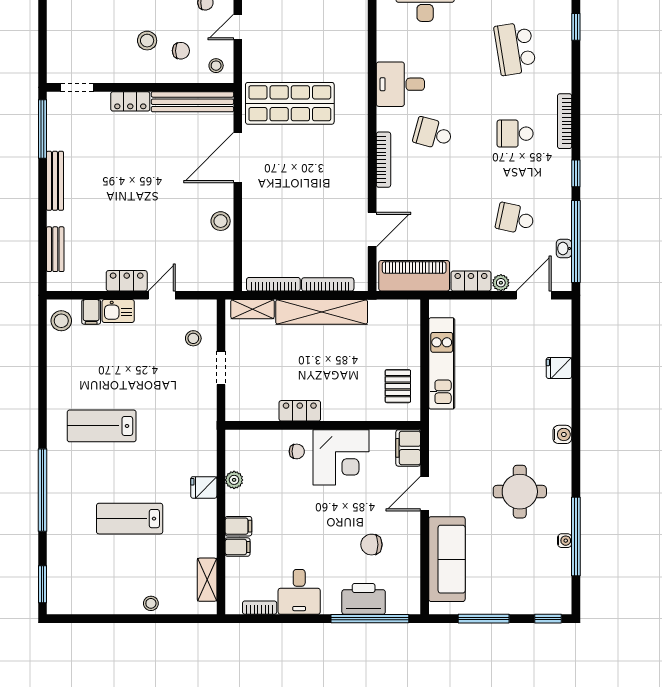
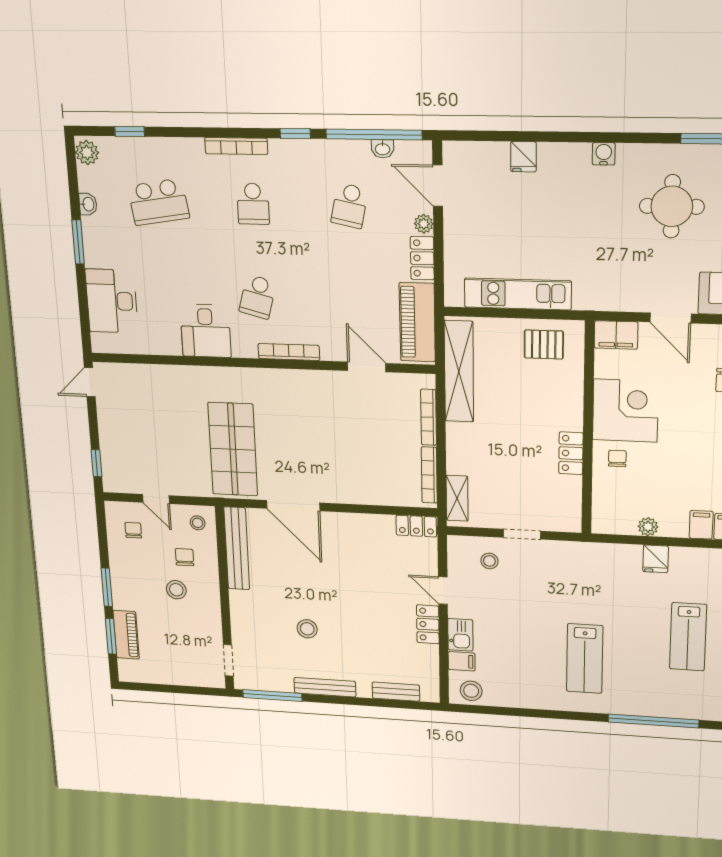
locker: (130, 101) -> (416, 526), moved, turned 90
stool: (221, 221) -> (307, 629), moved
shelving: (322, 312) -> (459, 371), moved

